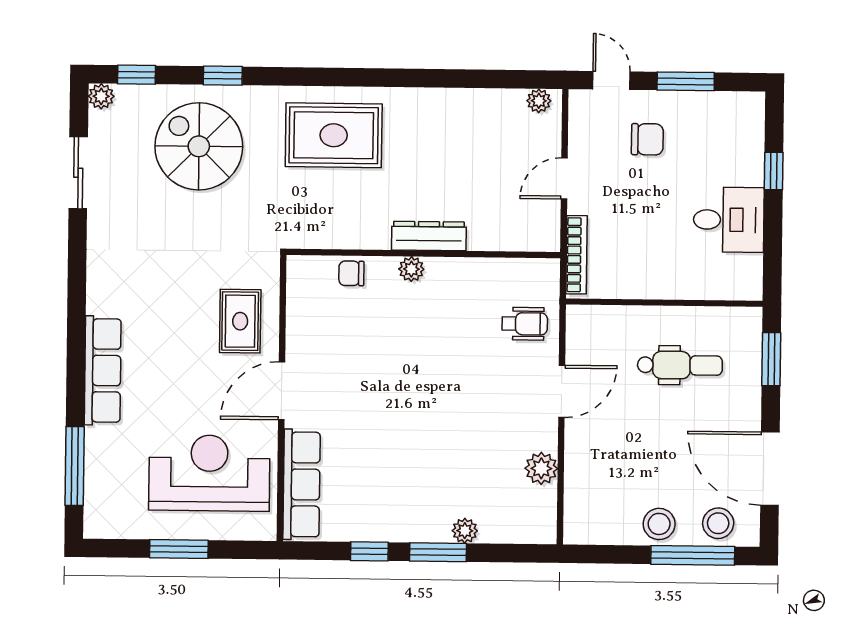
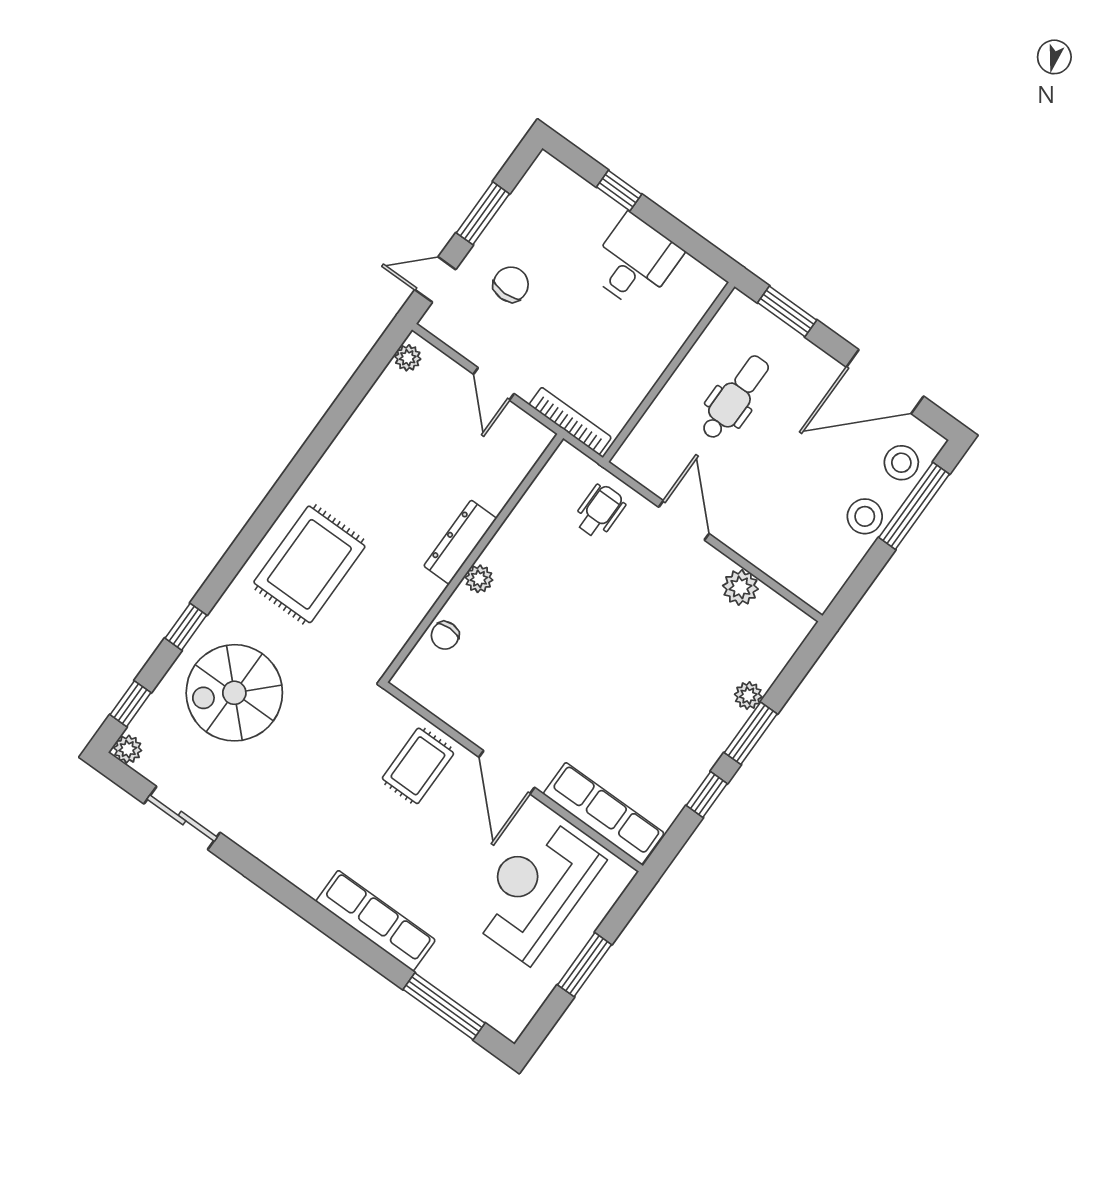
rug: (240, 321) -> (418, 766), turned 90

